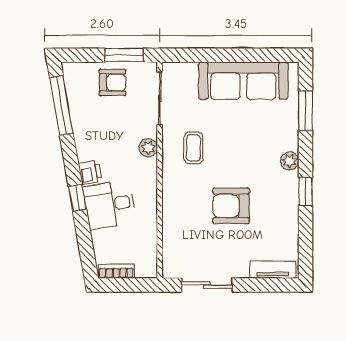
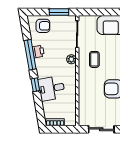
armchair: (112, 83) -> (43, 26), moved
window: (61, 106) -> (30, 55), moved
printer: (90, 172) -> (38, 52), moved

